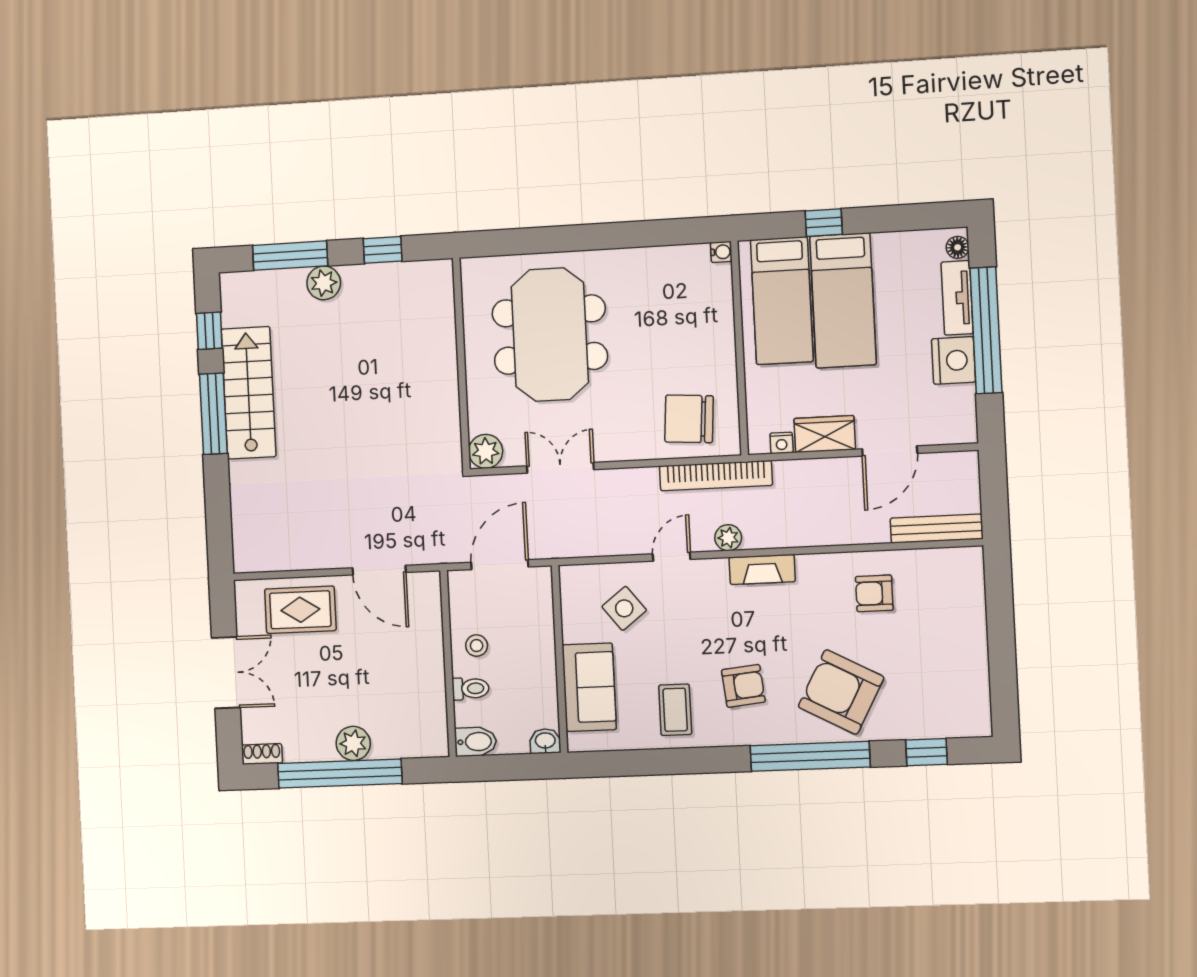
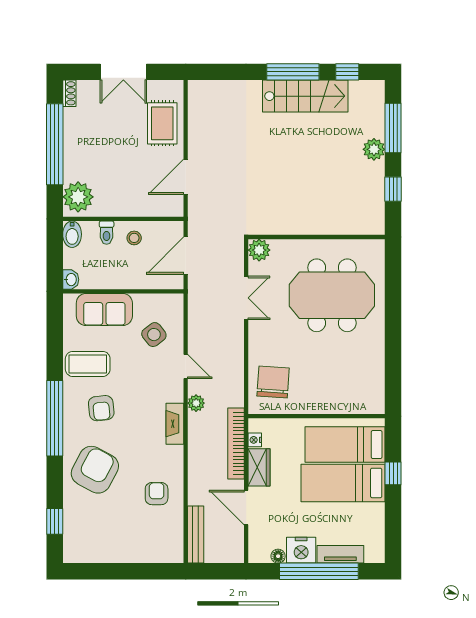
floor lamp: (958, 247) -> (278, 556), moved
water cooler: (721, 252) -> (378, 408), removed
bookcase: (716, 476) -> (236, 443), moved
door: (500, 565) -> (186, 256), swing flipped
coffee table: (675, 710) -> (88, 364), width x1.36, depth x1.30
plant: (353, 743) -> (78, 197), moved, width x1.36, depth x1.36
window: (810, 756) -> (55, 418), moved

